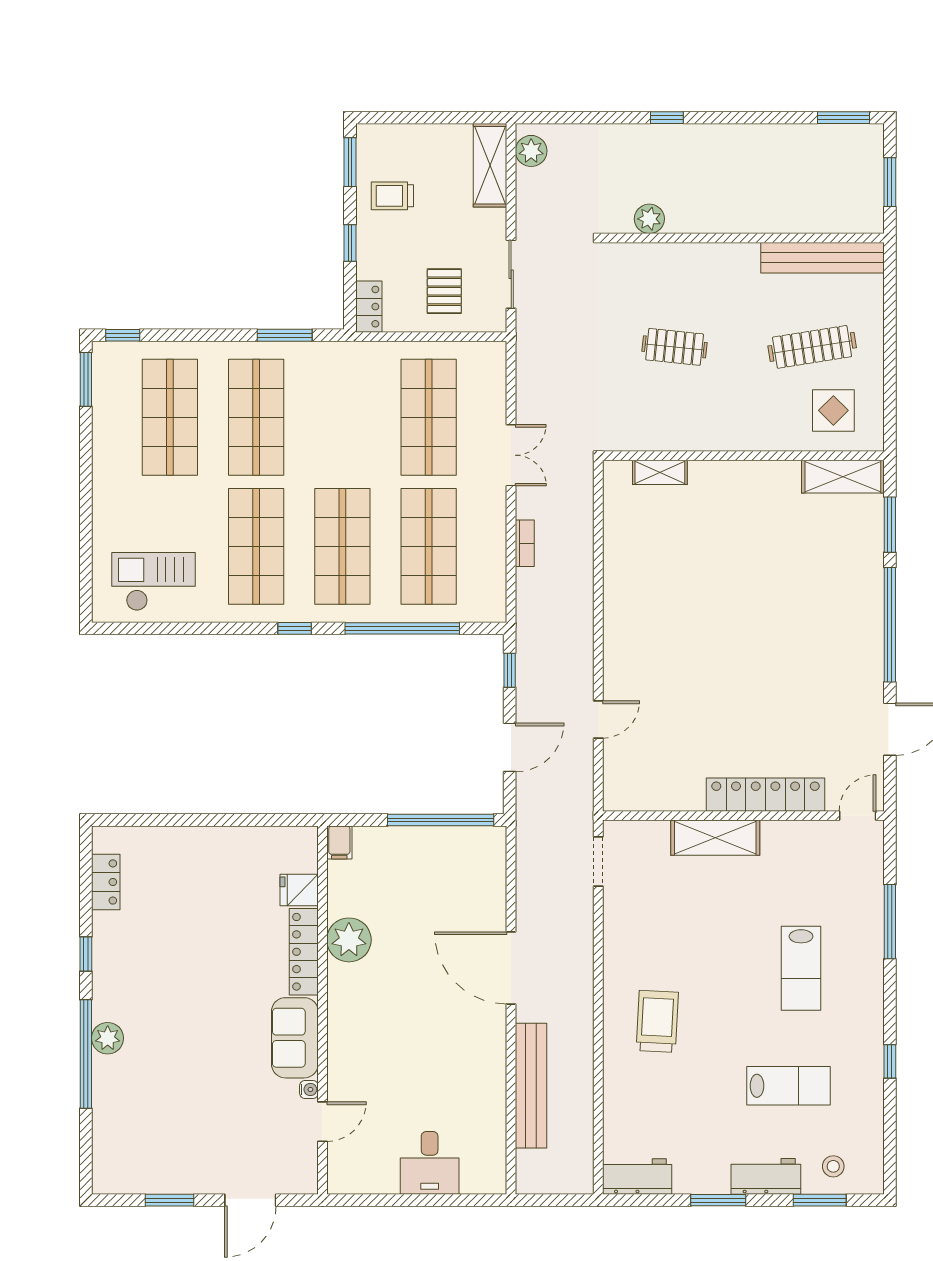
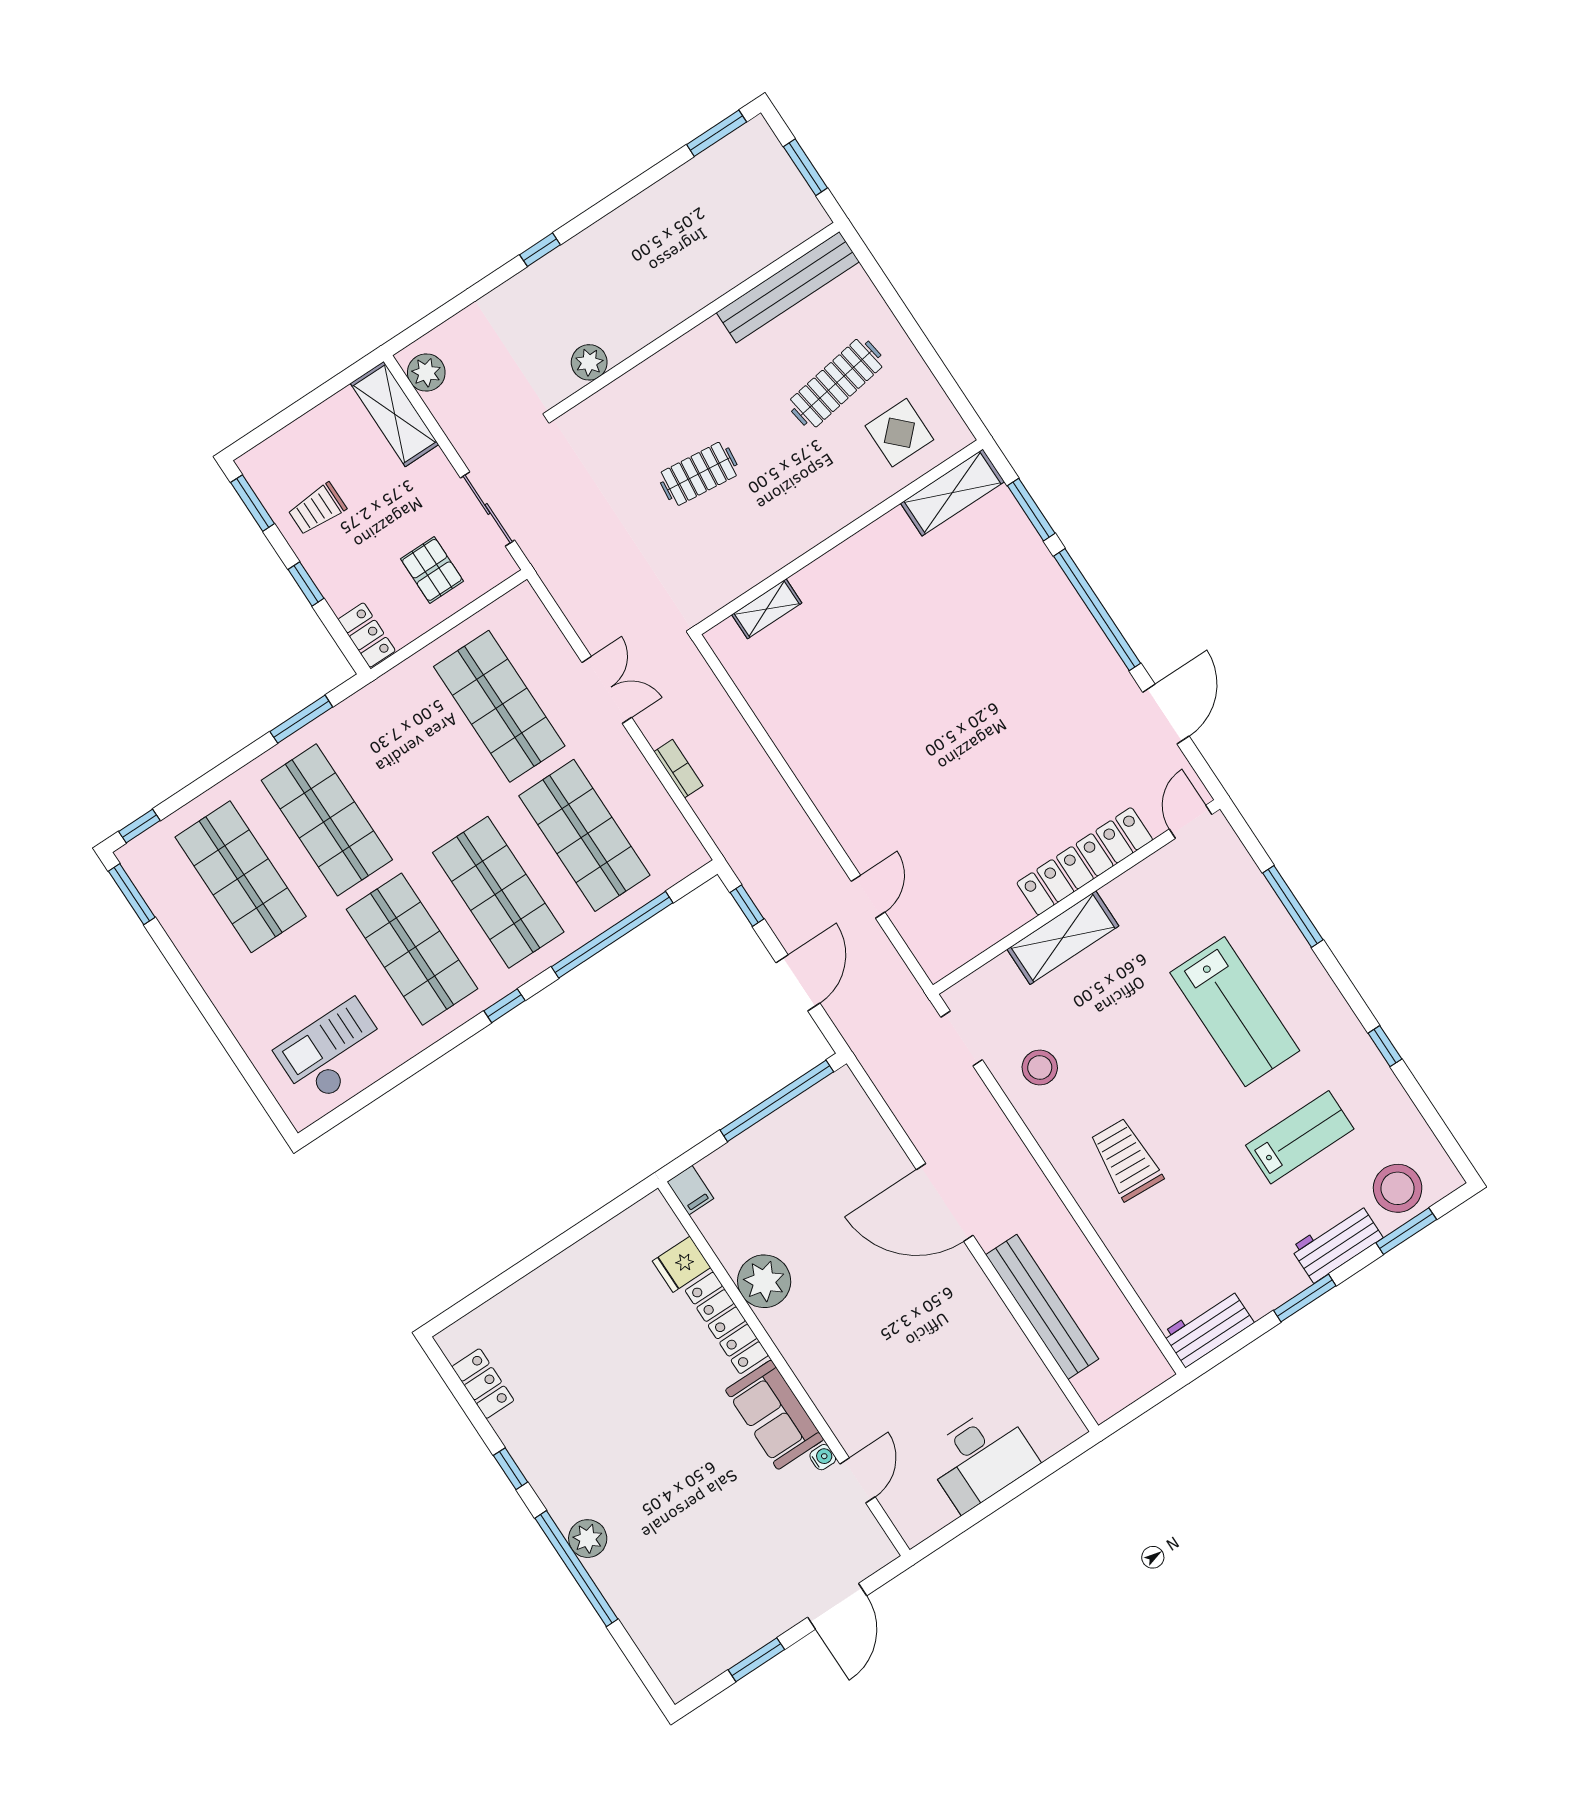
stool: (639, 918) -> (1040, 1067), added
lab bench: (801, 968) -> (1235, 1012), width x1.36, depth x1.39
desk: (430, 1163) -> (981, 1458), width x1.37
stool: (833, 1166) -> (1398, 1188), width x1.89, depth x1.89

